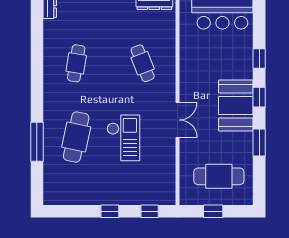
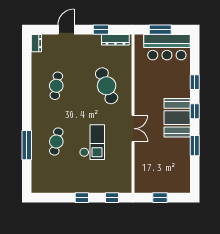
cafe table: (143, 63) -> (107, 86), width x1.37, depth x1.35
cafe table: (76, 137) -> (56, 142), width x0.73, depth x0.74
cafe table: (219, 176) -> (164, 171), removed

